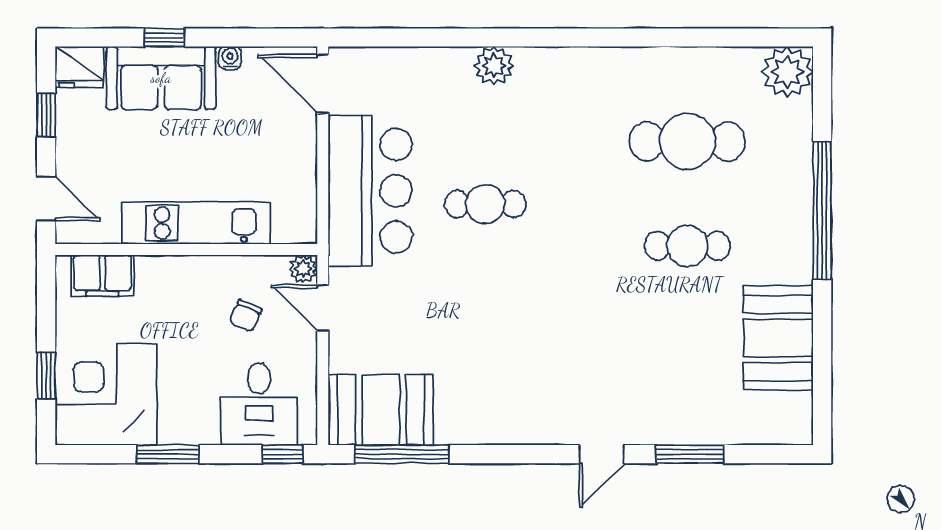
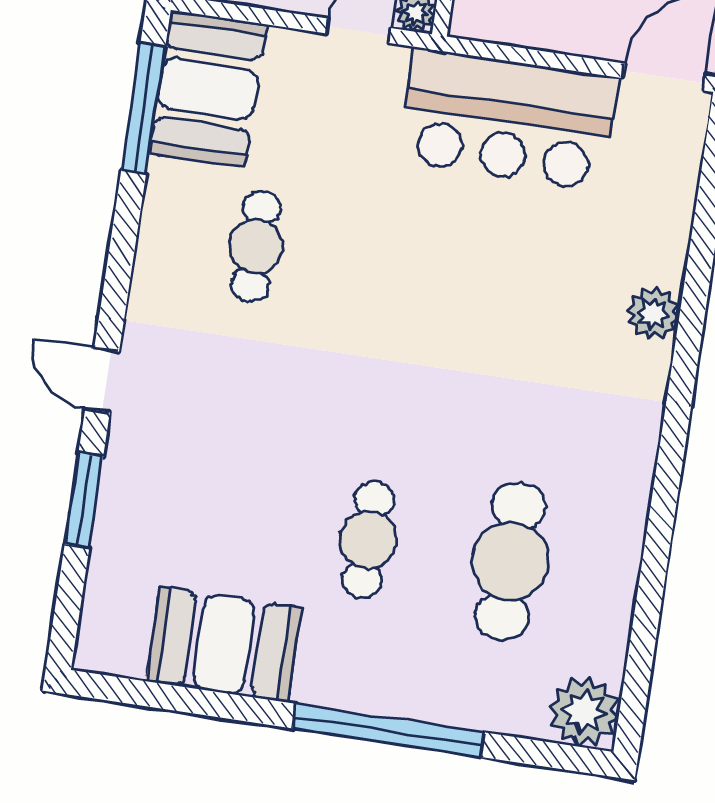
cafe table: (485, 204) -> (256, 246), moved

